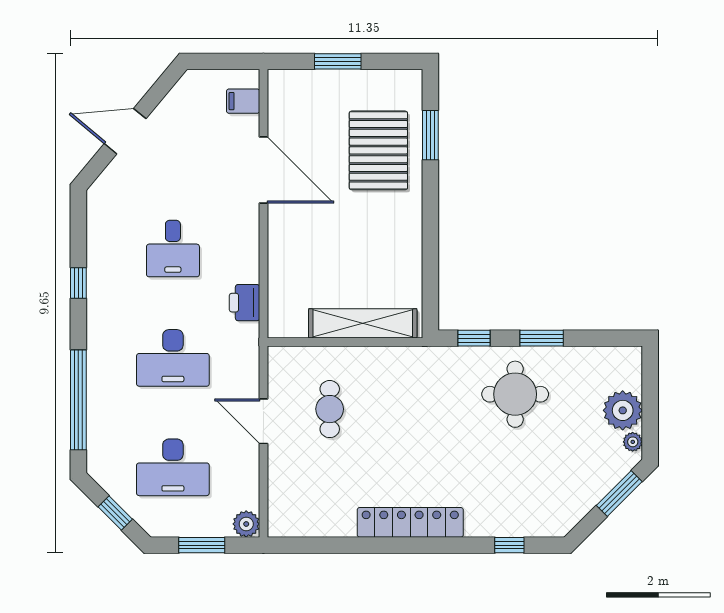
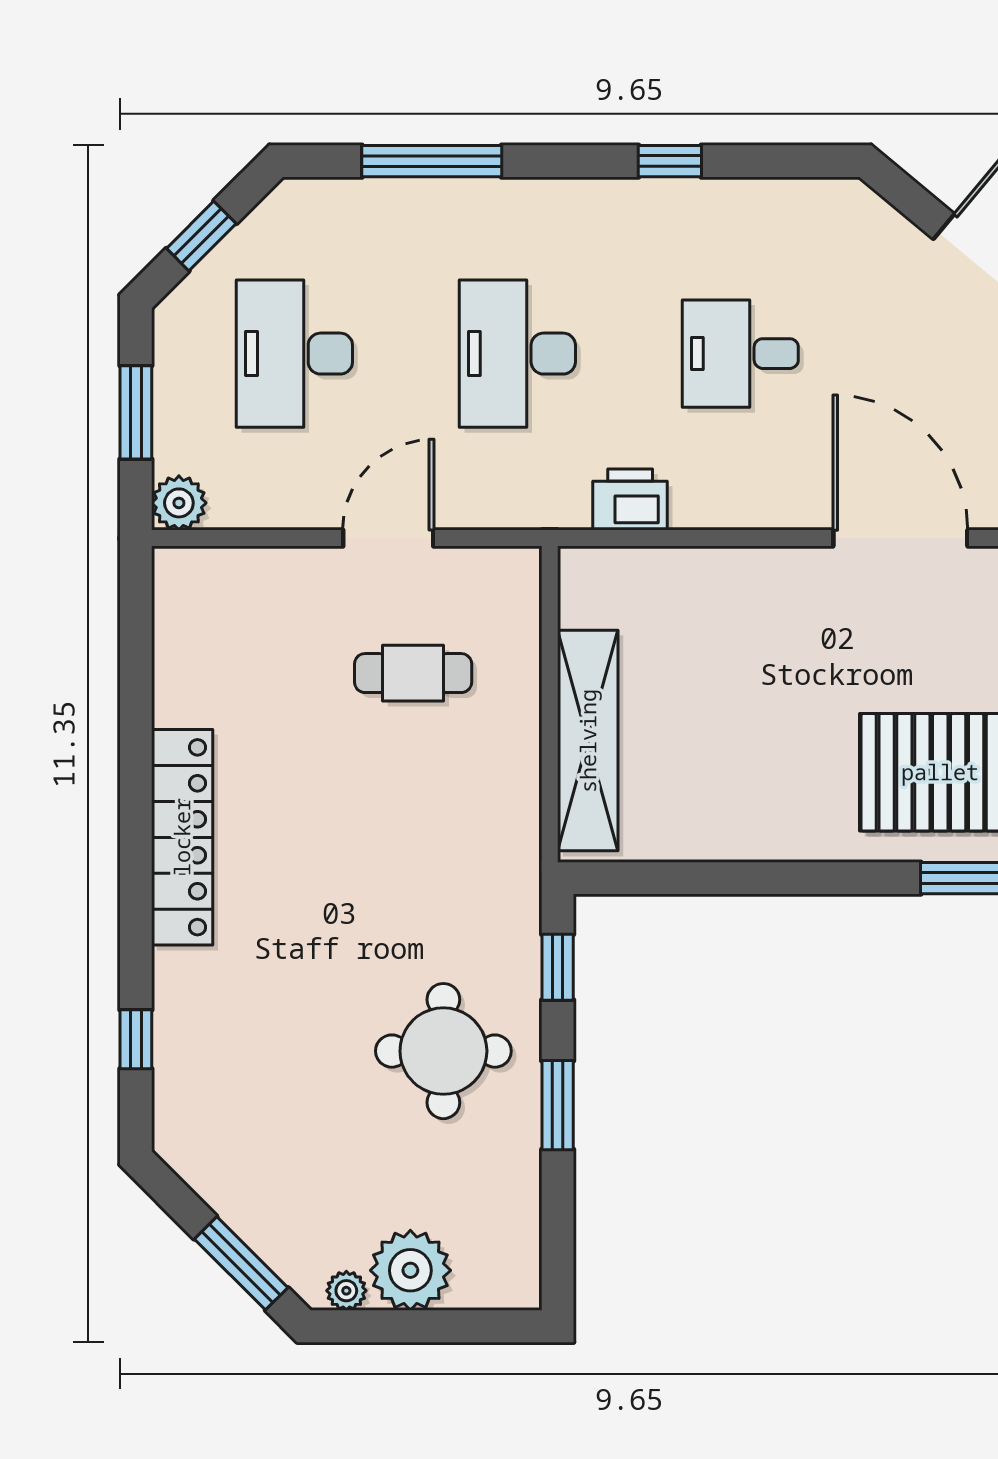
door: (263, 170) -> (900, 538), swing flipped
window: (78, 400) -> (432, 161), width x0.68

